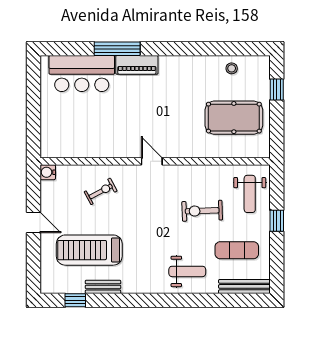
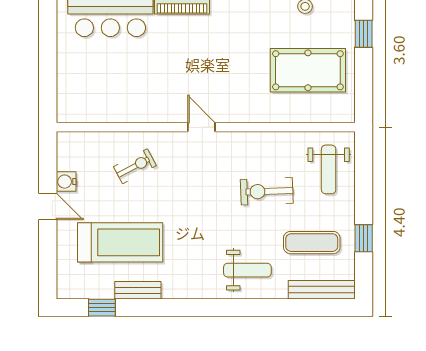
water cooler: (48, 172) -> (66, 182), moved
window: (277, 221) -> (364, 238), moved
treadmill: (89, 250) -> (120, 242), turned 180

